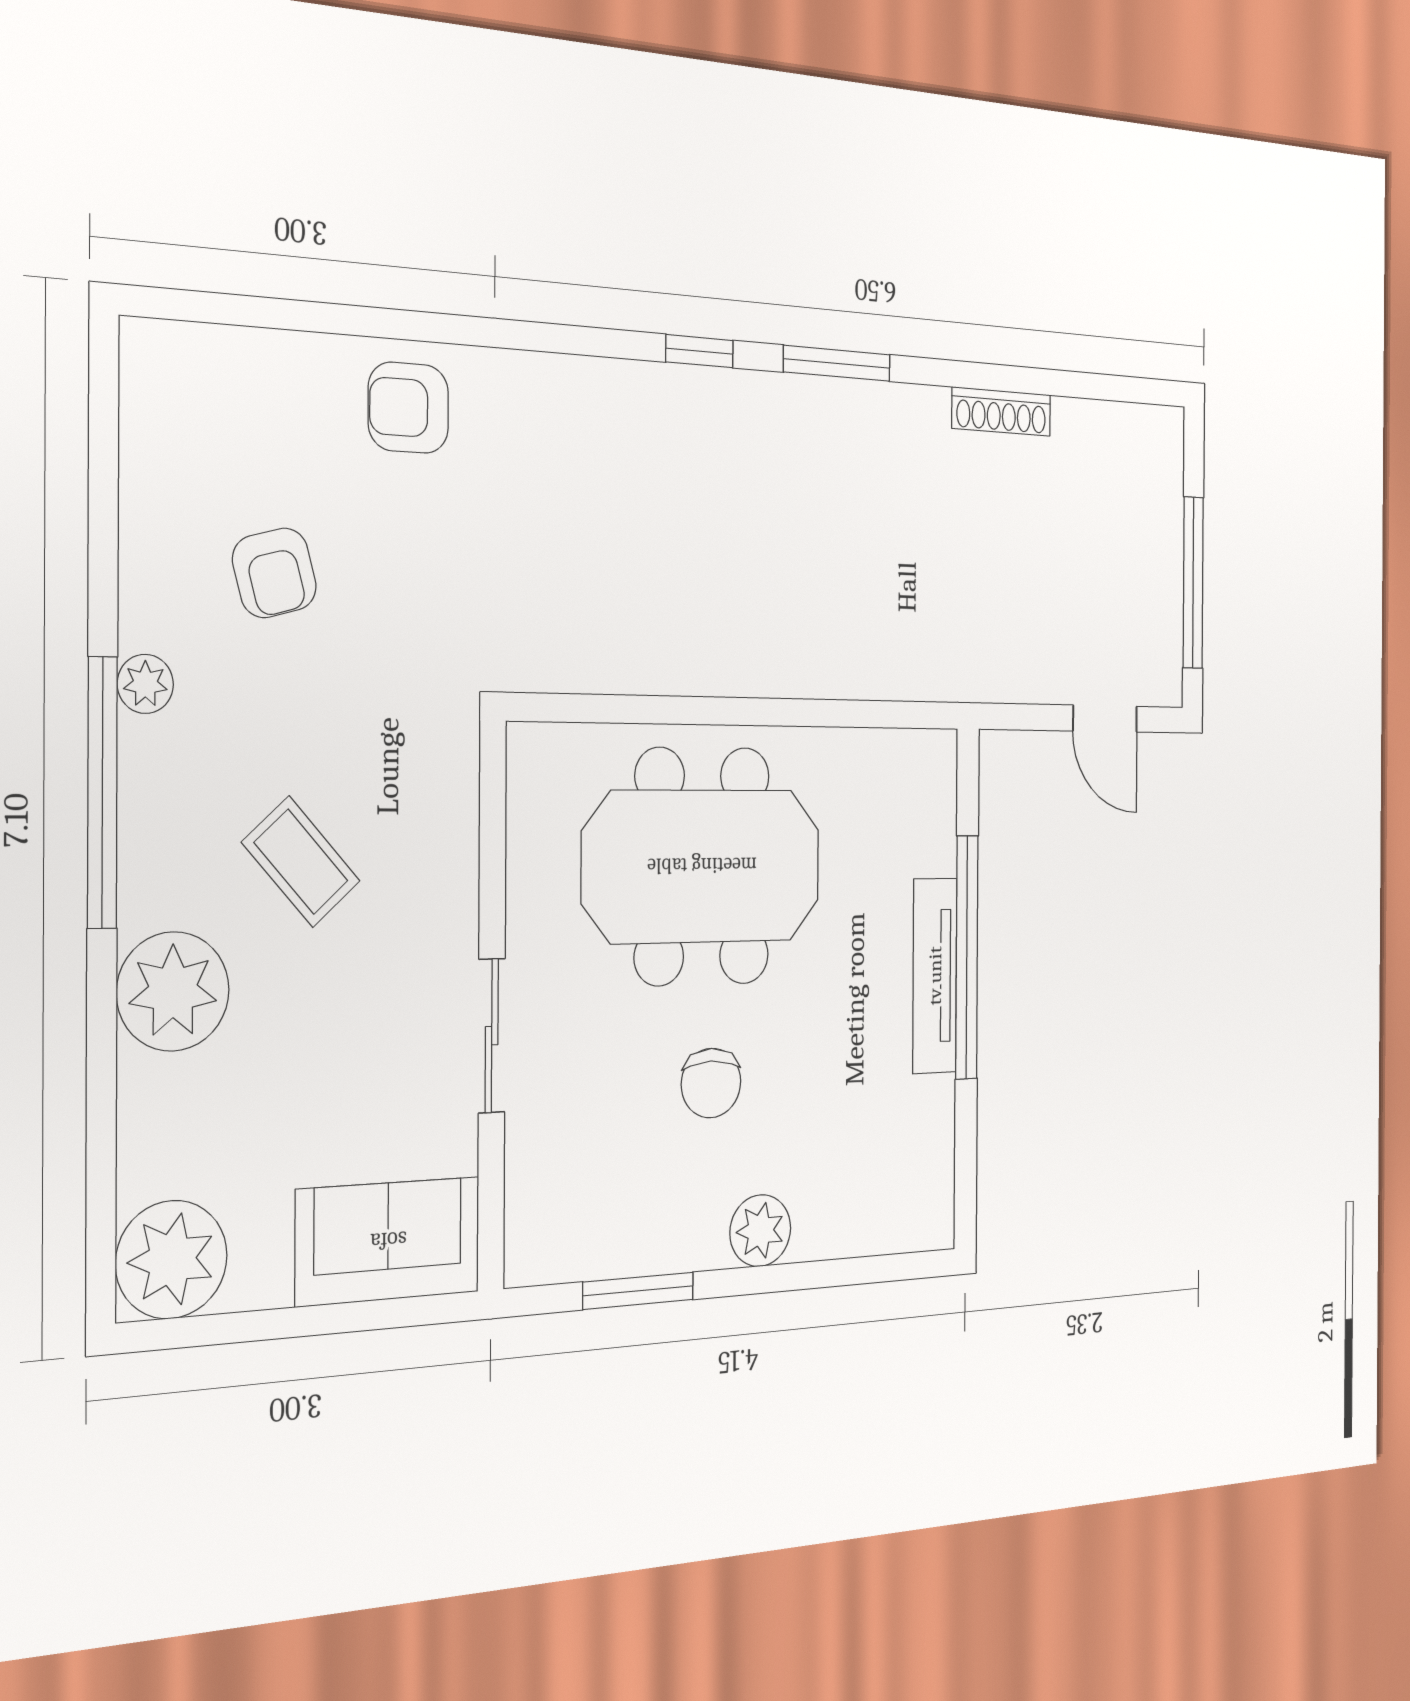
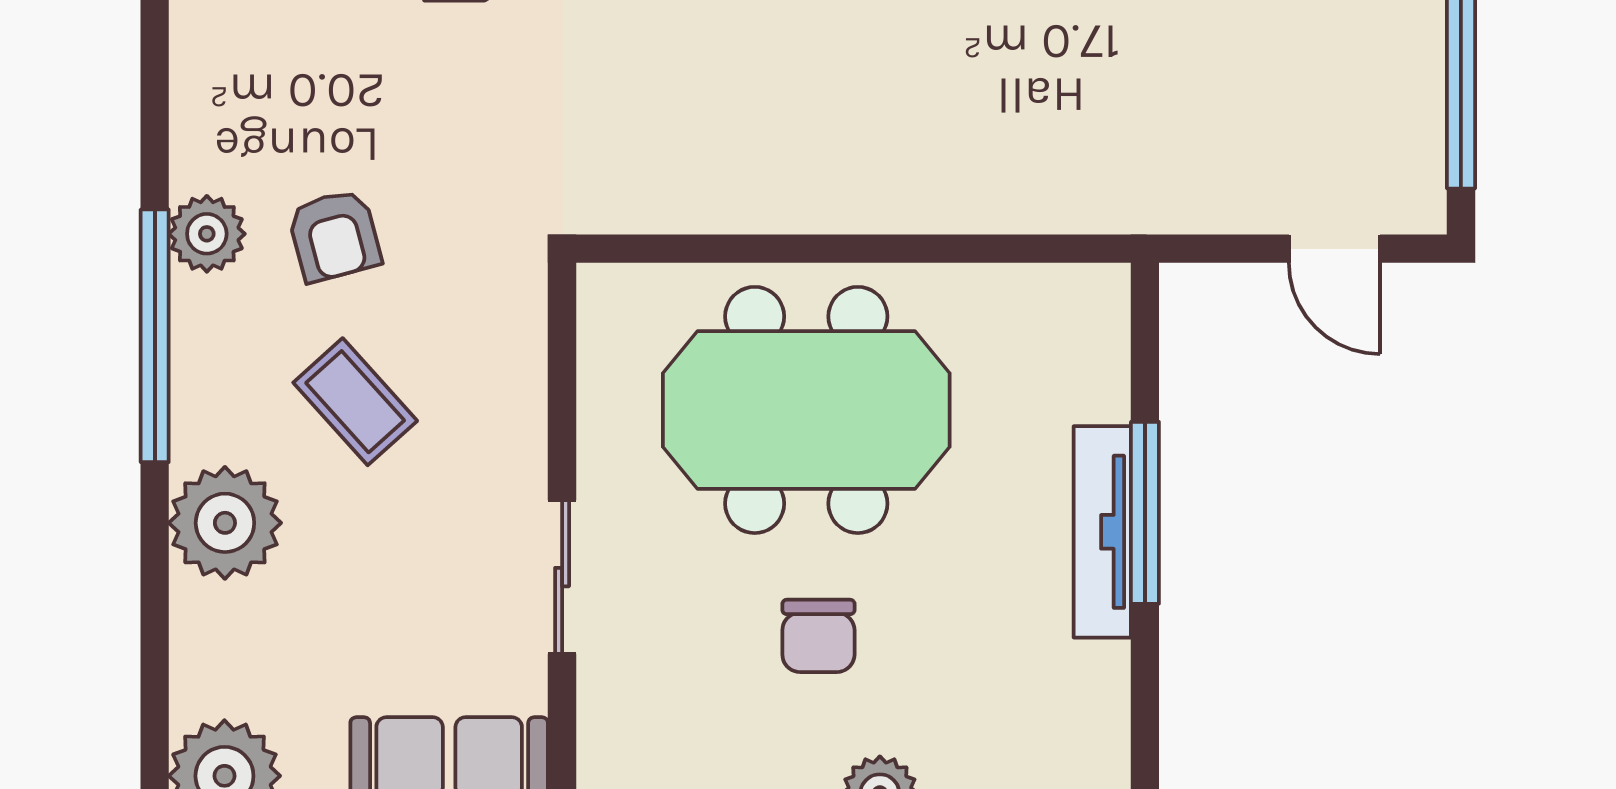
armchair: (274, 573) -> (334, 236), moved
plant: (145, 684) -> (207, 234), width x1.38, depth x1.38
window: (967, 957) -> (1145, 513), width x0.68

